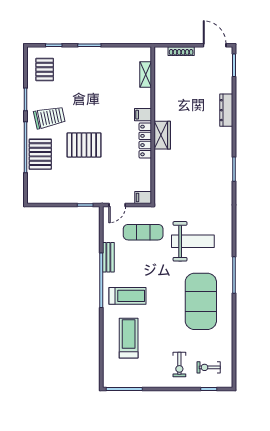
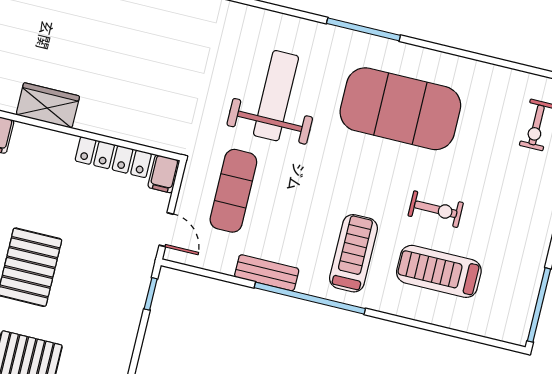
locker: (145, 140) -> (113, 157), moved
exercise bike: (179, 364) -> (436, 209), moved

